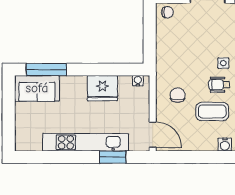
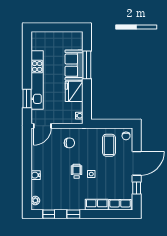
window: (46, 70) -> (87, 65), moved
sofa: (37, 88) -> (74, 65), moved
coffee table: (212, 111) -> (109, 145), moved

